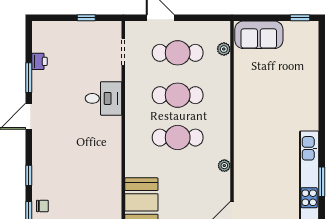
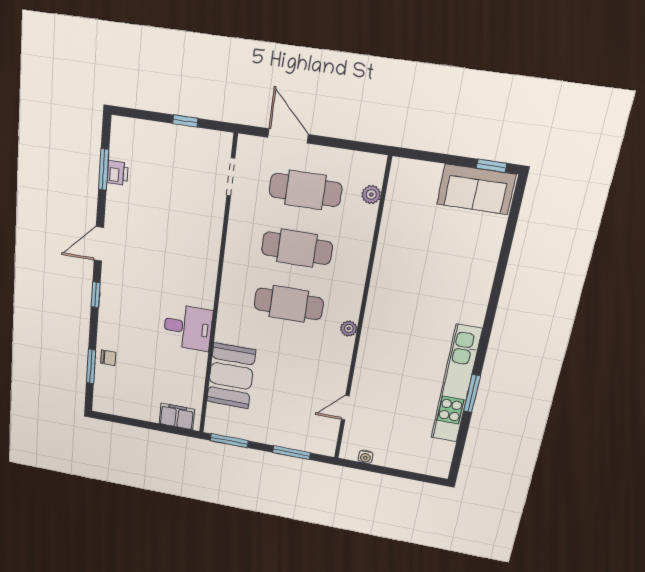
sofa: (259, 35) -> (476, 189), moved
window: (29, 78) -> (104, 169), moved
desk: (104, 98) -> (188, 327), moved
plant: (224, 166) -> (349, 329), moved
window: (29, 175) -> (96, 295), moved

